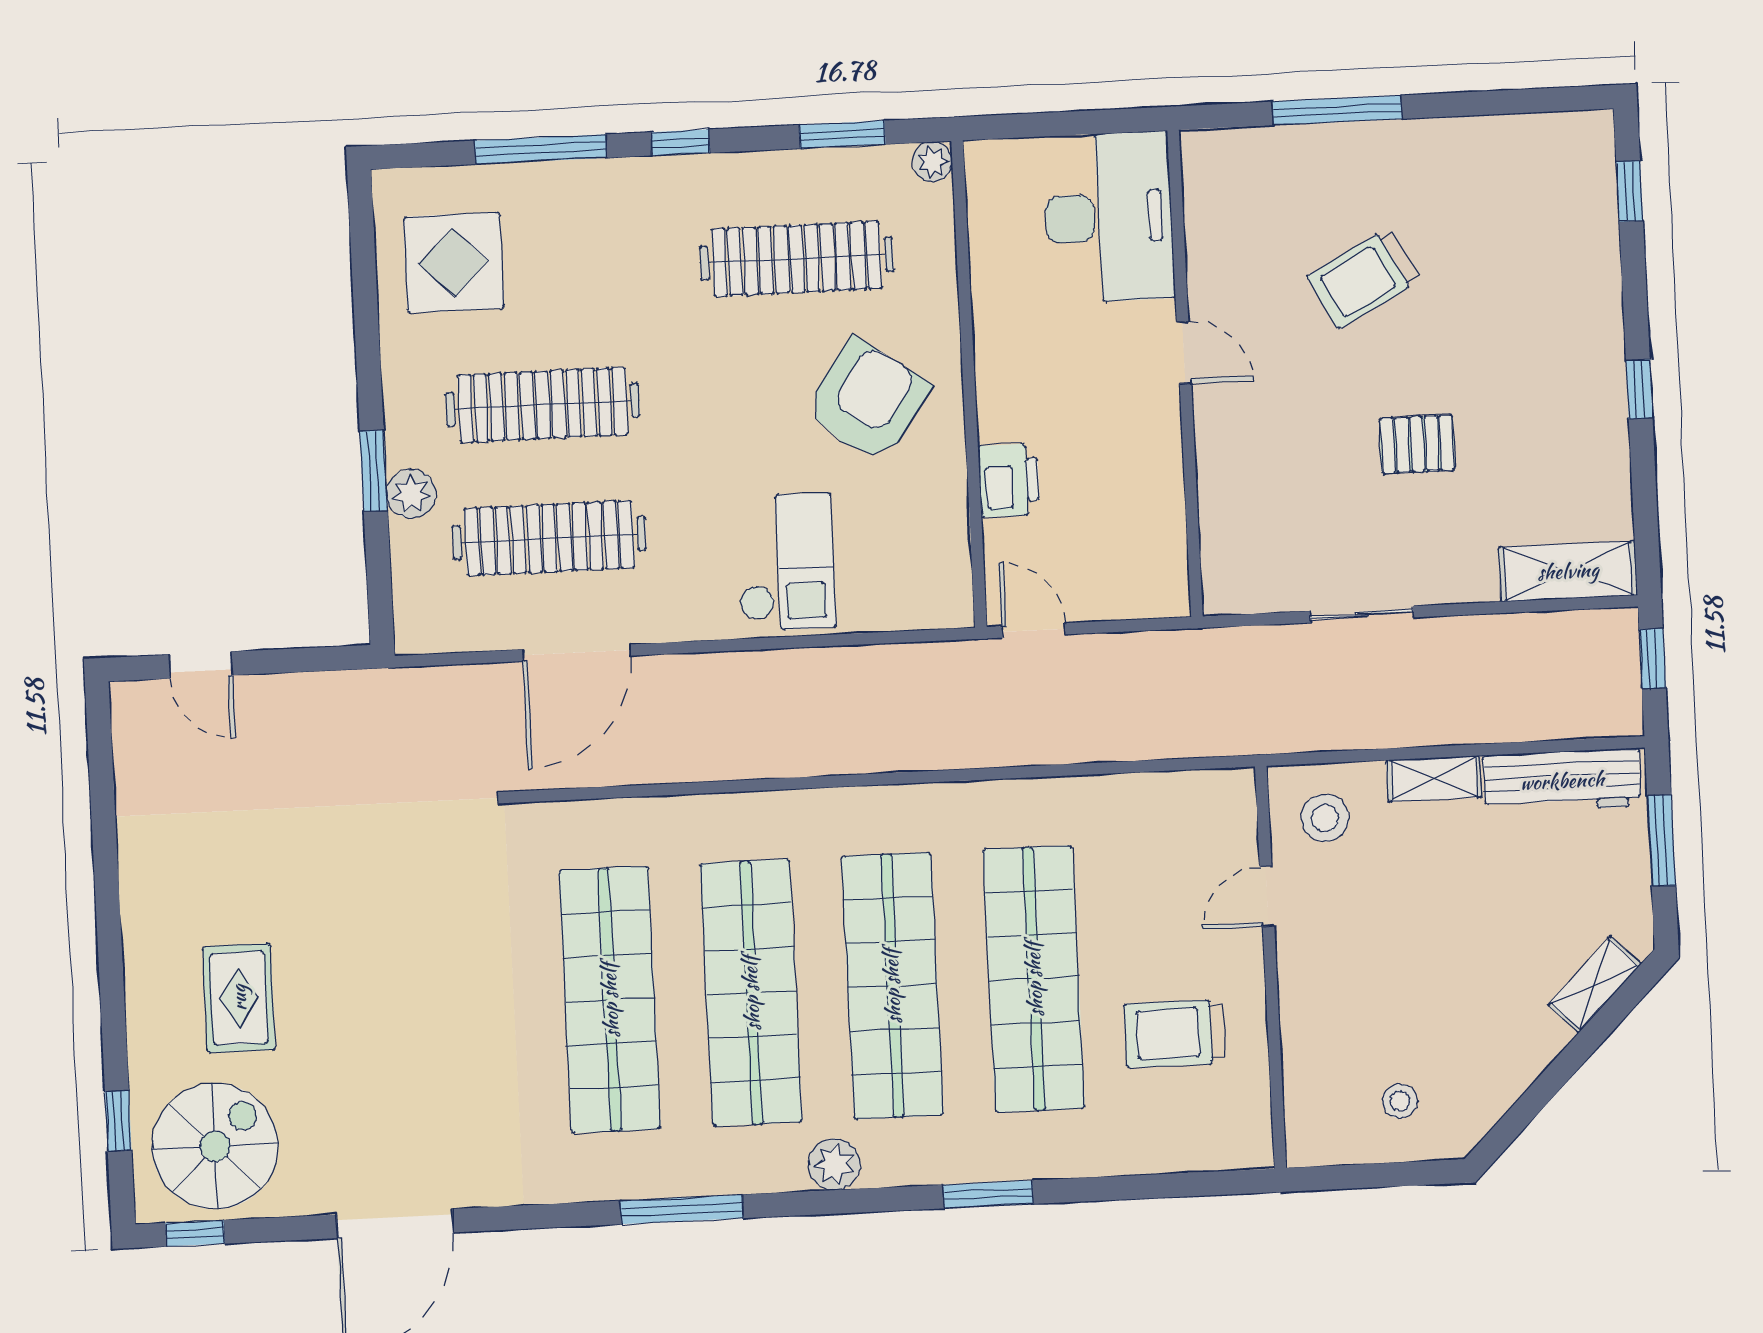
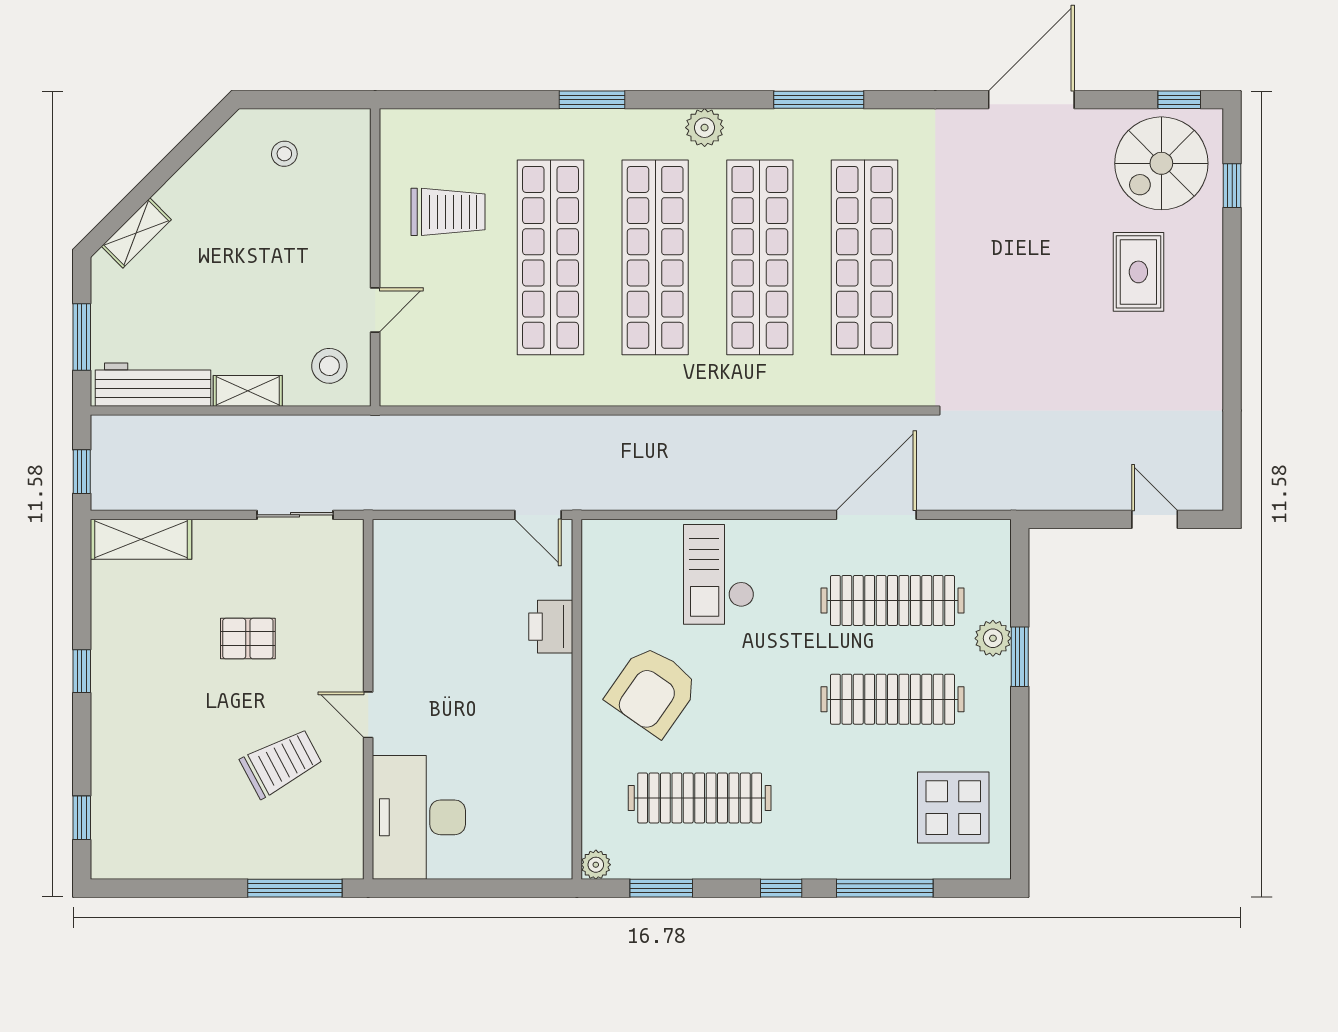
desk: (1109, 217) -> (419, 817), moved
door: (1184, 352) -> (368, 715), moved
wall: (1185, 373) -> (368, 699), moved

